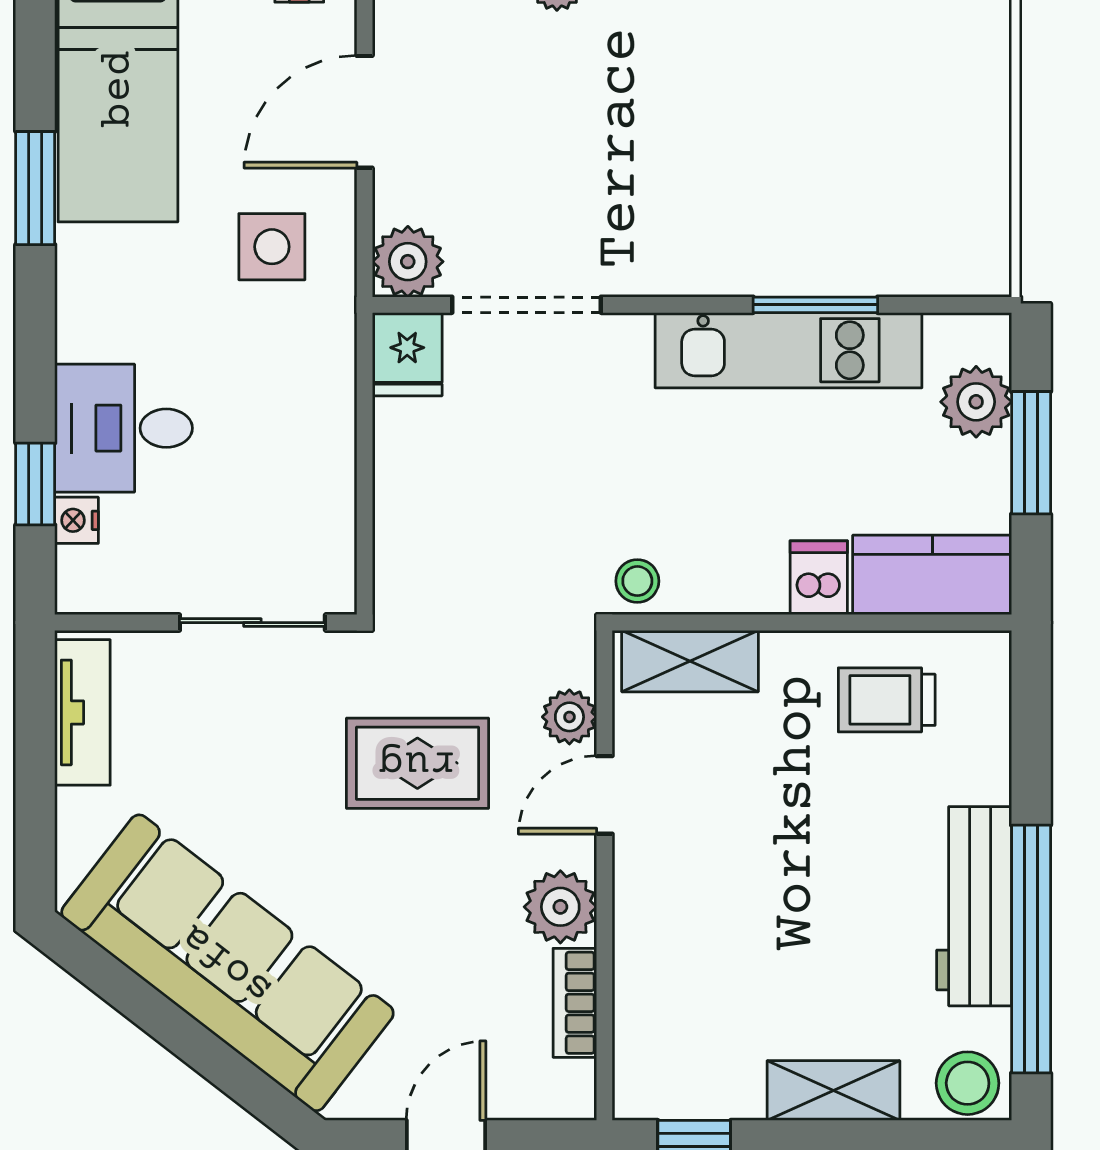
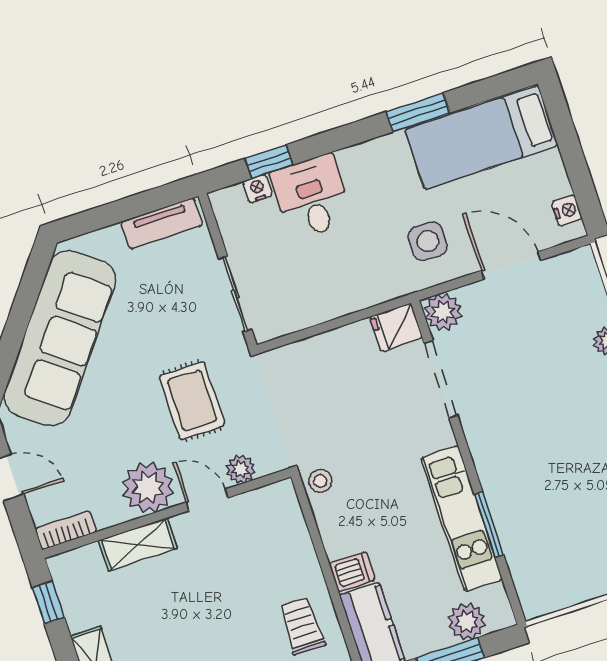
shelving: (690, 661) -> (138, 544), moved, turned 90
plant: (560, 907) -> (148, 488), width x1.36, depth x1.36
bookcase: (575, 1003) -> (66, 530), moved

